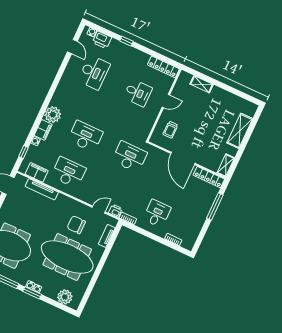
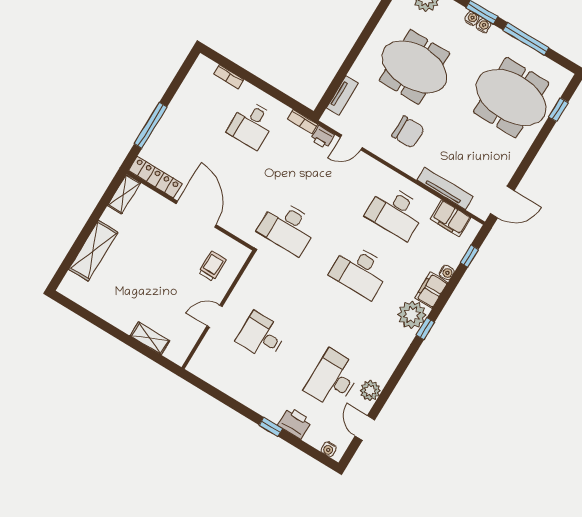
printer: (102, 40) -> (295, 423), moved
locker: (163, 67) -> (212, 376), removed
plant: (72, 68) -> (370, 391), added
window: (44, 107) -> (425, 329), added
chair: (76, 225) -> (408, 132), moved
meeting table: (67, 257) -> (414, 67), width x0.73

